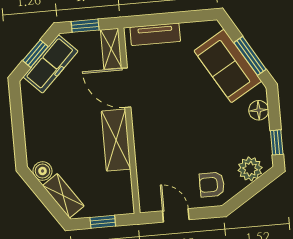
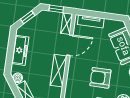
freezer: (51, 64) -> (20, 50), moved, turned -45
door: (126, 88) -> (70, 45), swing flipped
armchair: (197, 136) -> (100, 78), added

